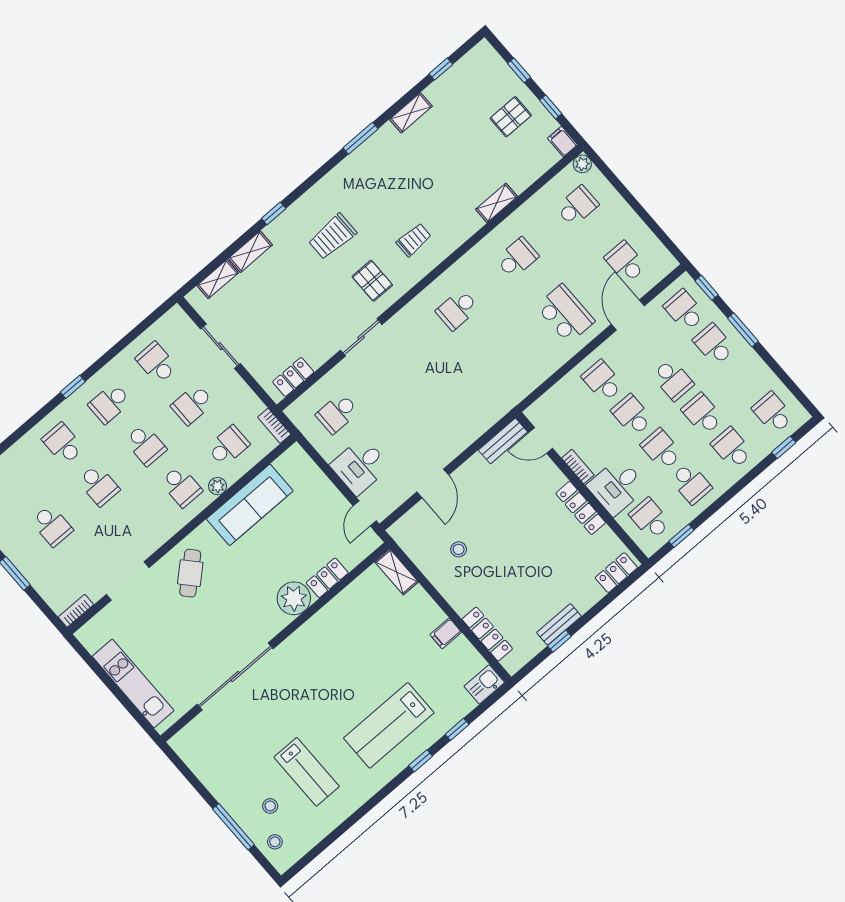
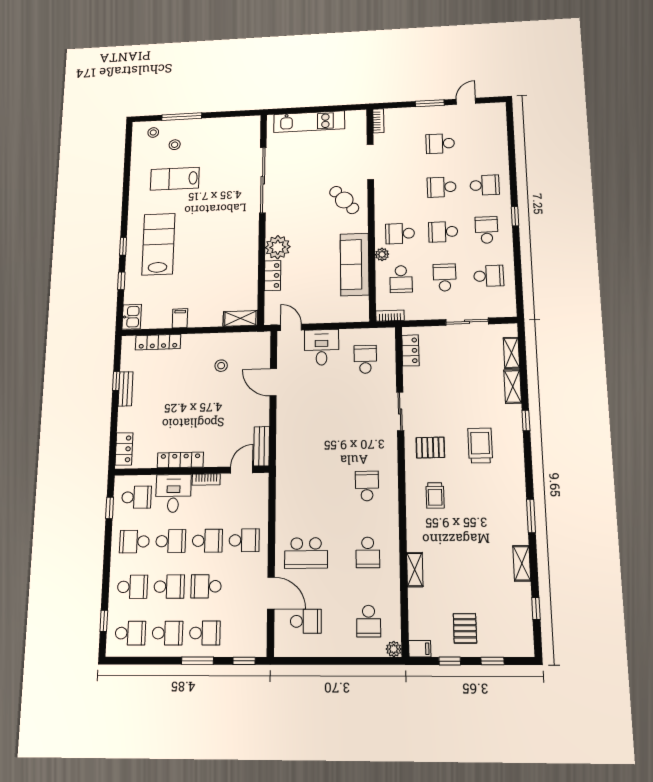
school desk: (684, 310) -> (167, 633), moved

